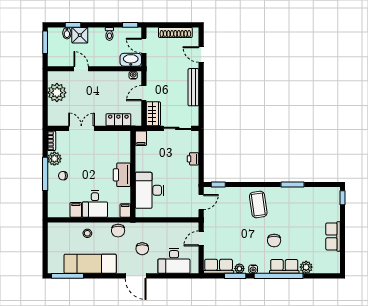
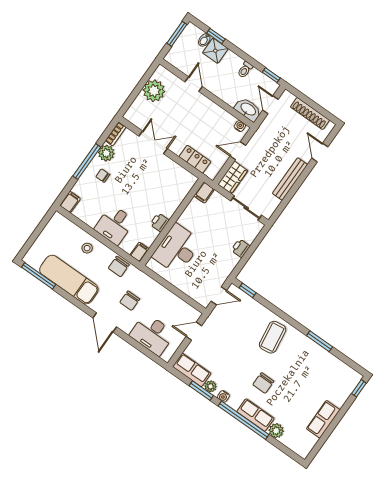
printer: (122, 175) -> (159, 222), width x0.53, depth x0.68
filing cabinet: (76, 210) -> (70, 202), moved

